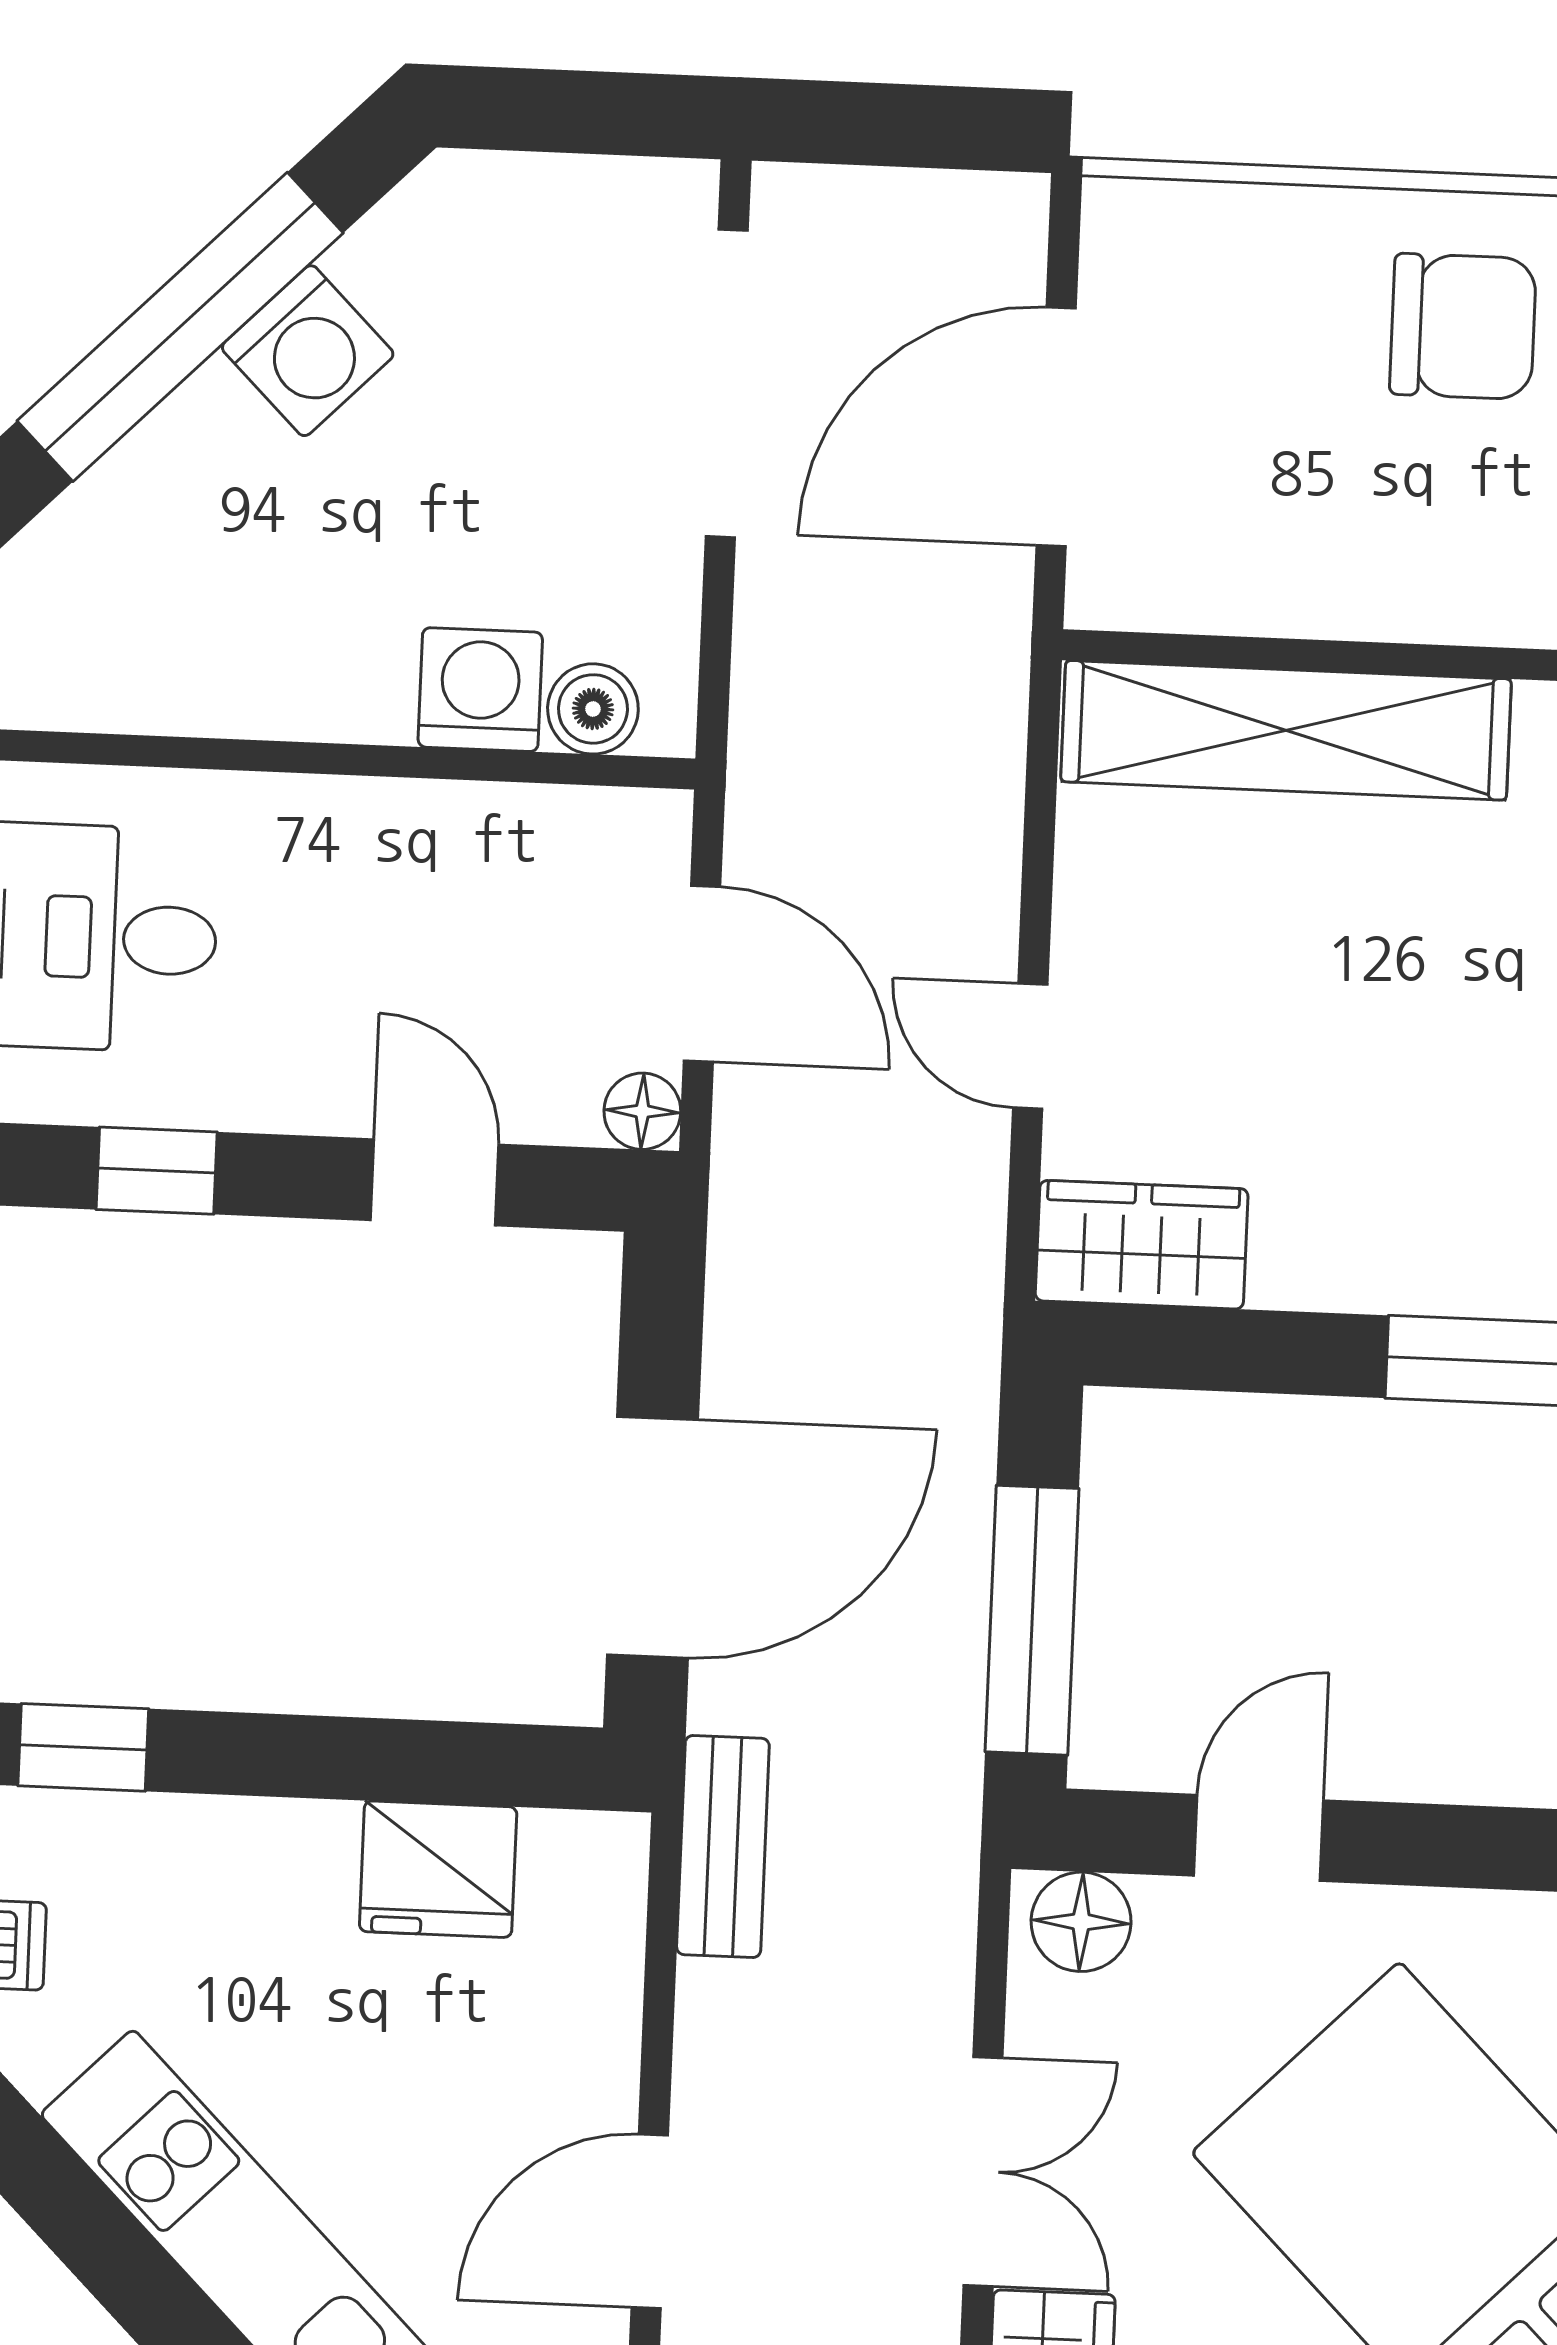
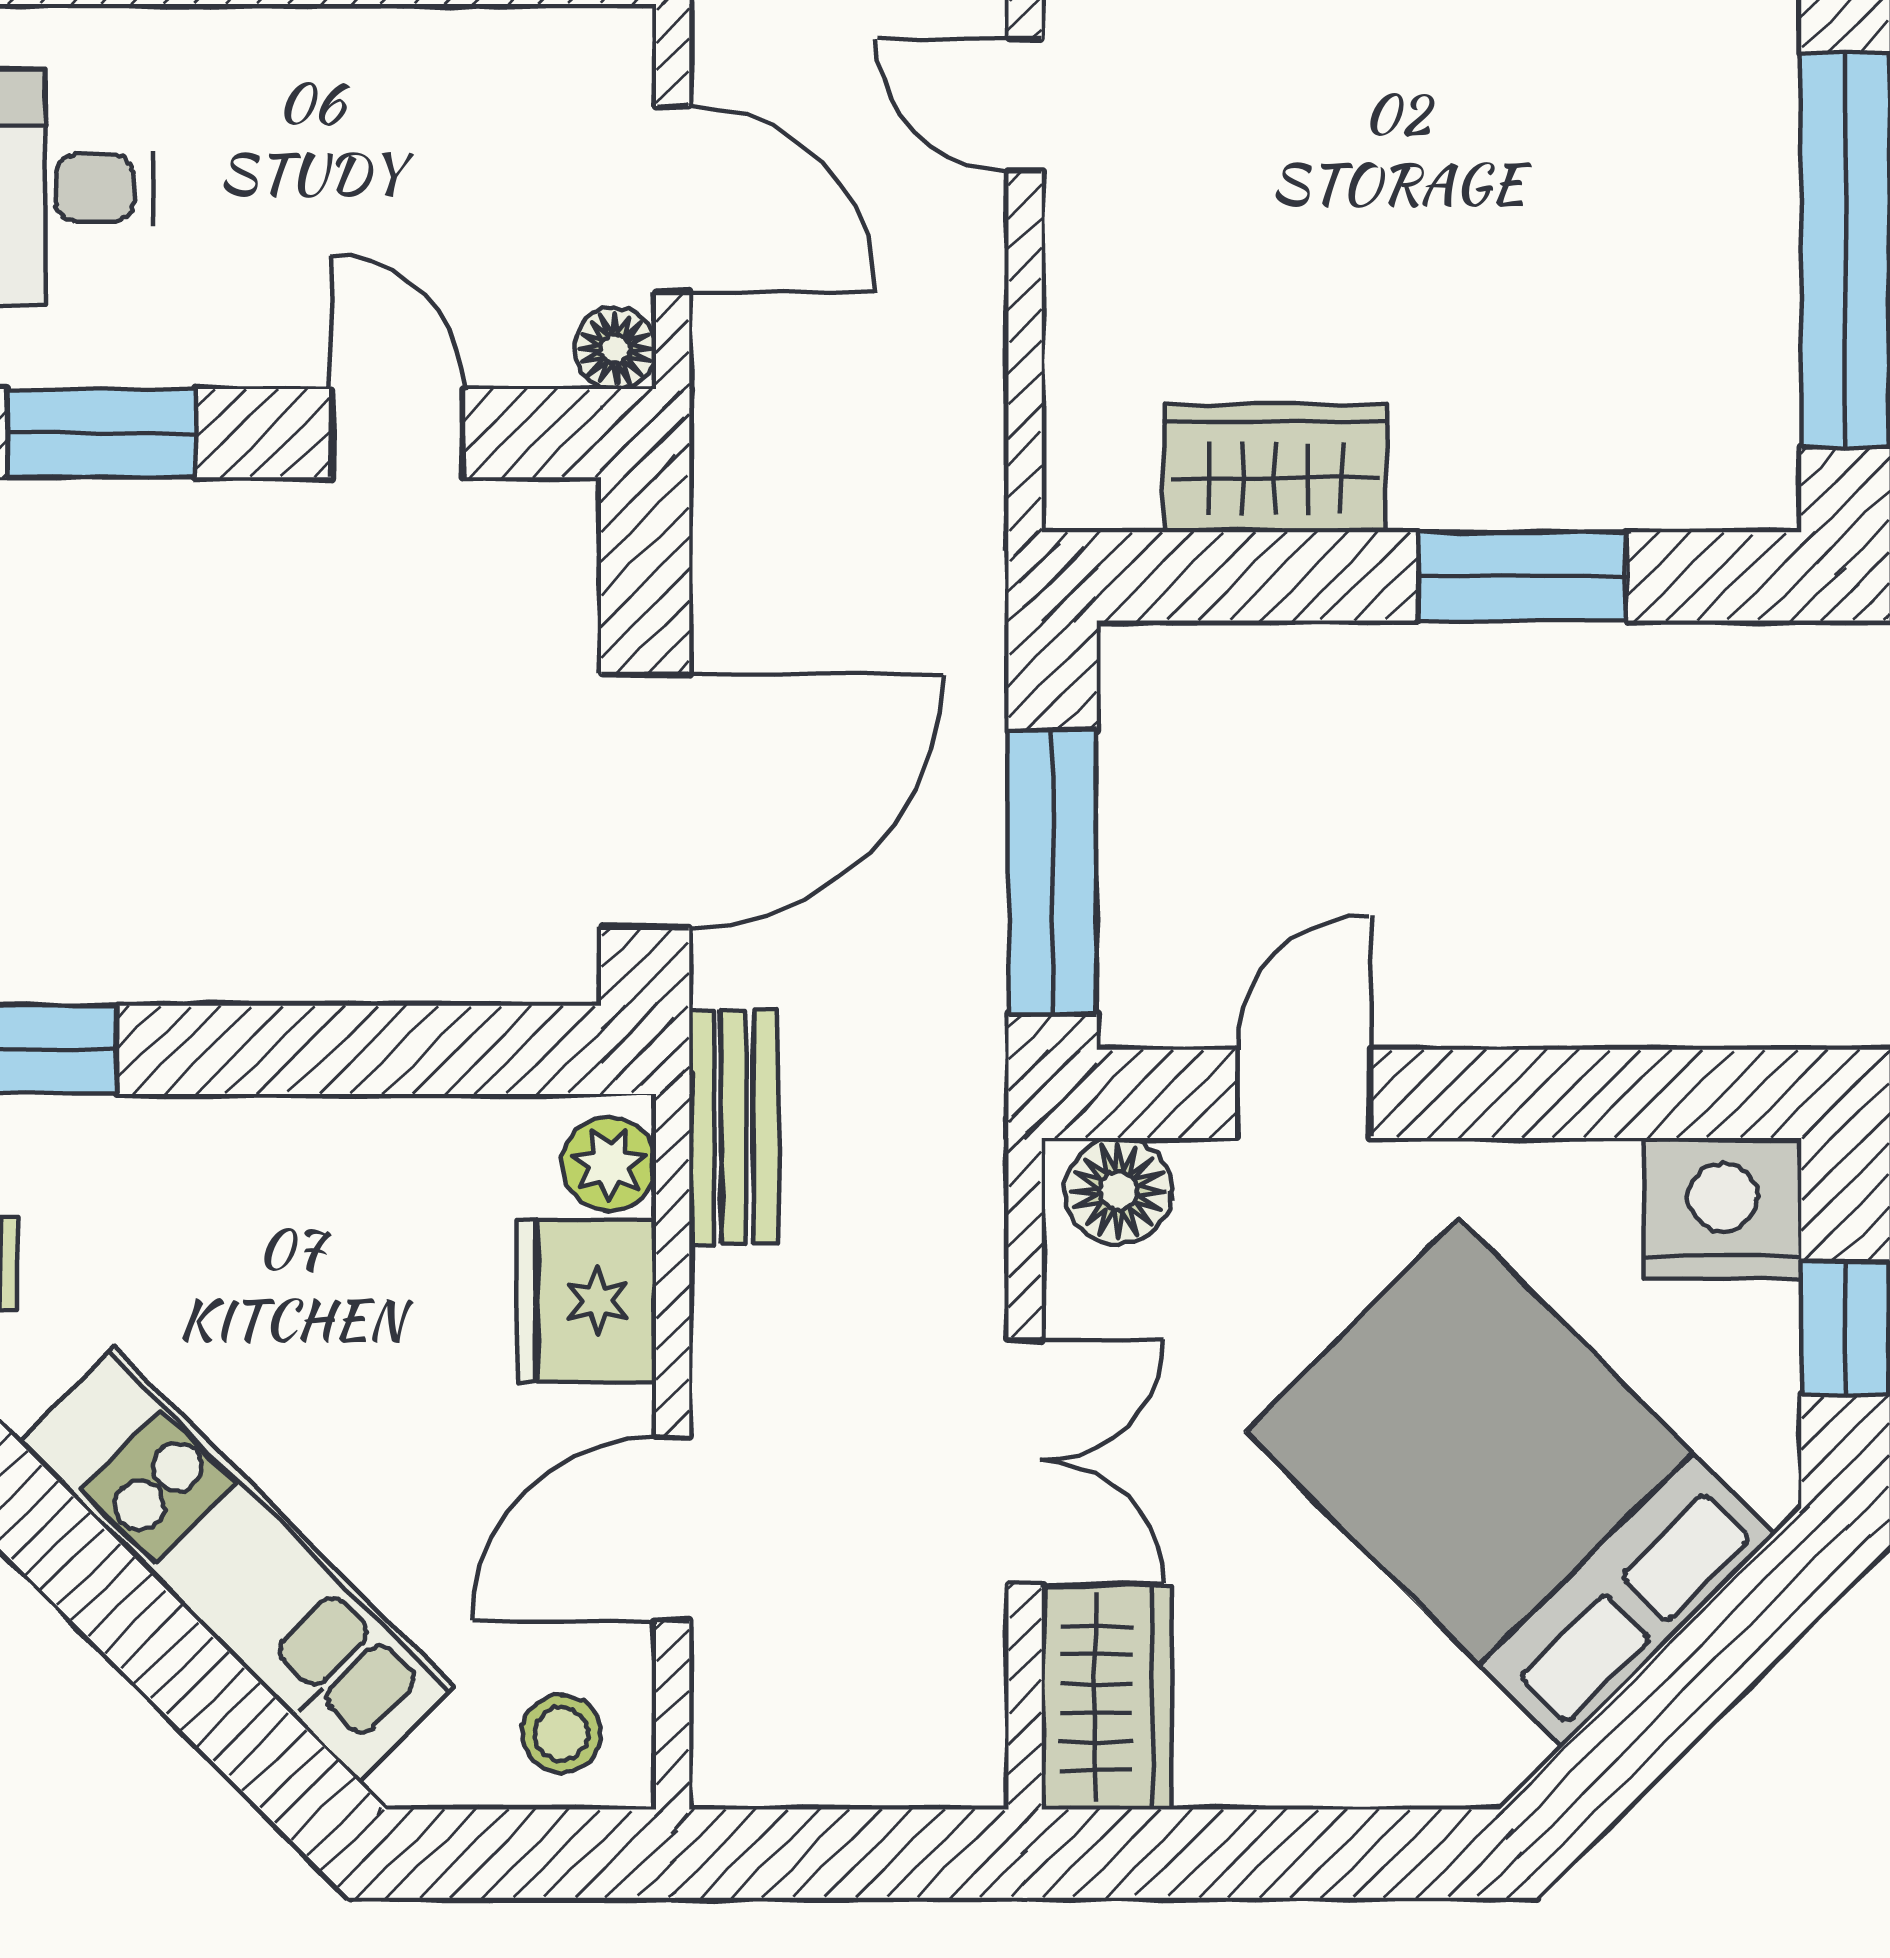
door: (1030, 1046) -> (1025, 105), moved
window: (157, 1171) -> (101, 433), width x1.50
wardrobe: (1142, 1245) -> (1275, 468), moved
fridge: (438, 1869) -> (586, 1301), moved, turned 90
plant: (604, 1876) -> (609, 1164), added

